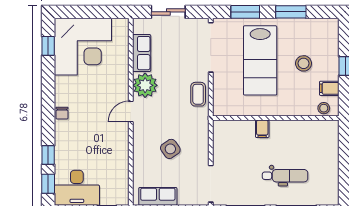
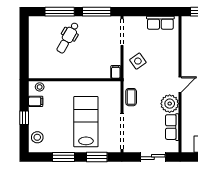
stool: (304, 63) -> (37, 137), moved
filing cabinet: (262, 129) -> (116, 72), moved
side table: (170, 149) -> (138, 61), moved
dental chair: (285, 176) -> (68, 38), turned -60

